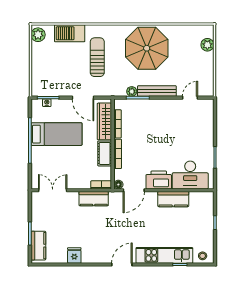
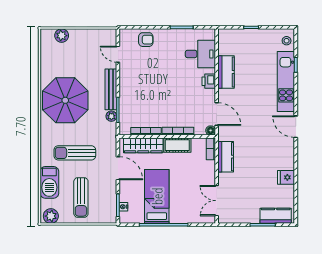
sun lounger: (55, 63) -> (81, 198), added
door: (83, 98) -> (118, 168), hinge flipped
armchair: (204, 124) -> (146, 40), added
desk: (190, 175) -> (200, 54), width x0.73
printer: (159, 180) -> (209, 81), width x0.53, depth x0.68

